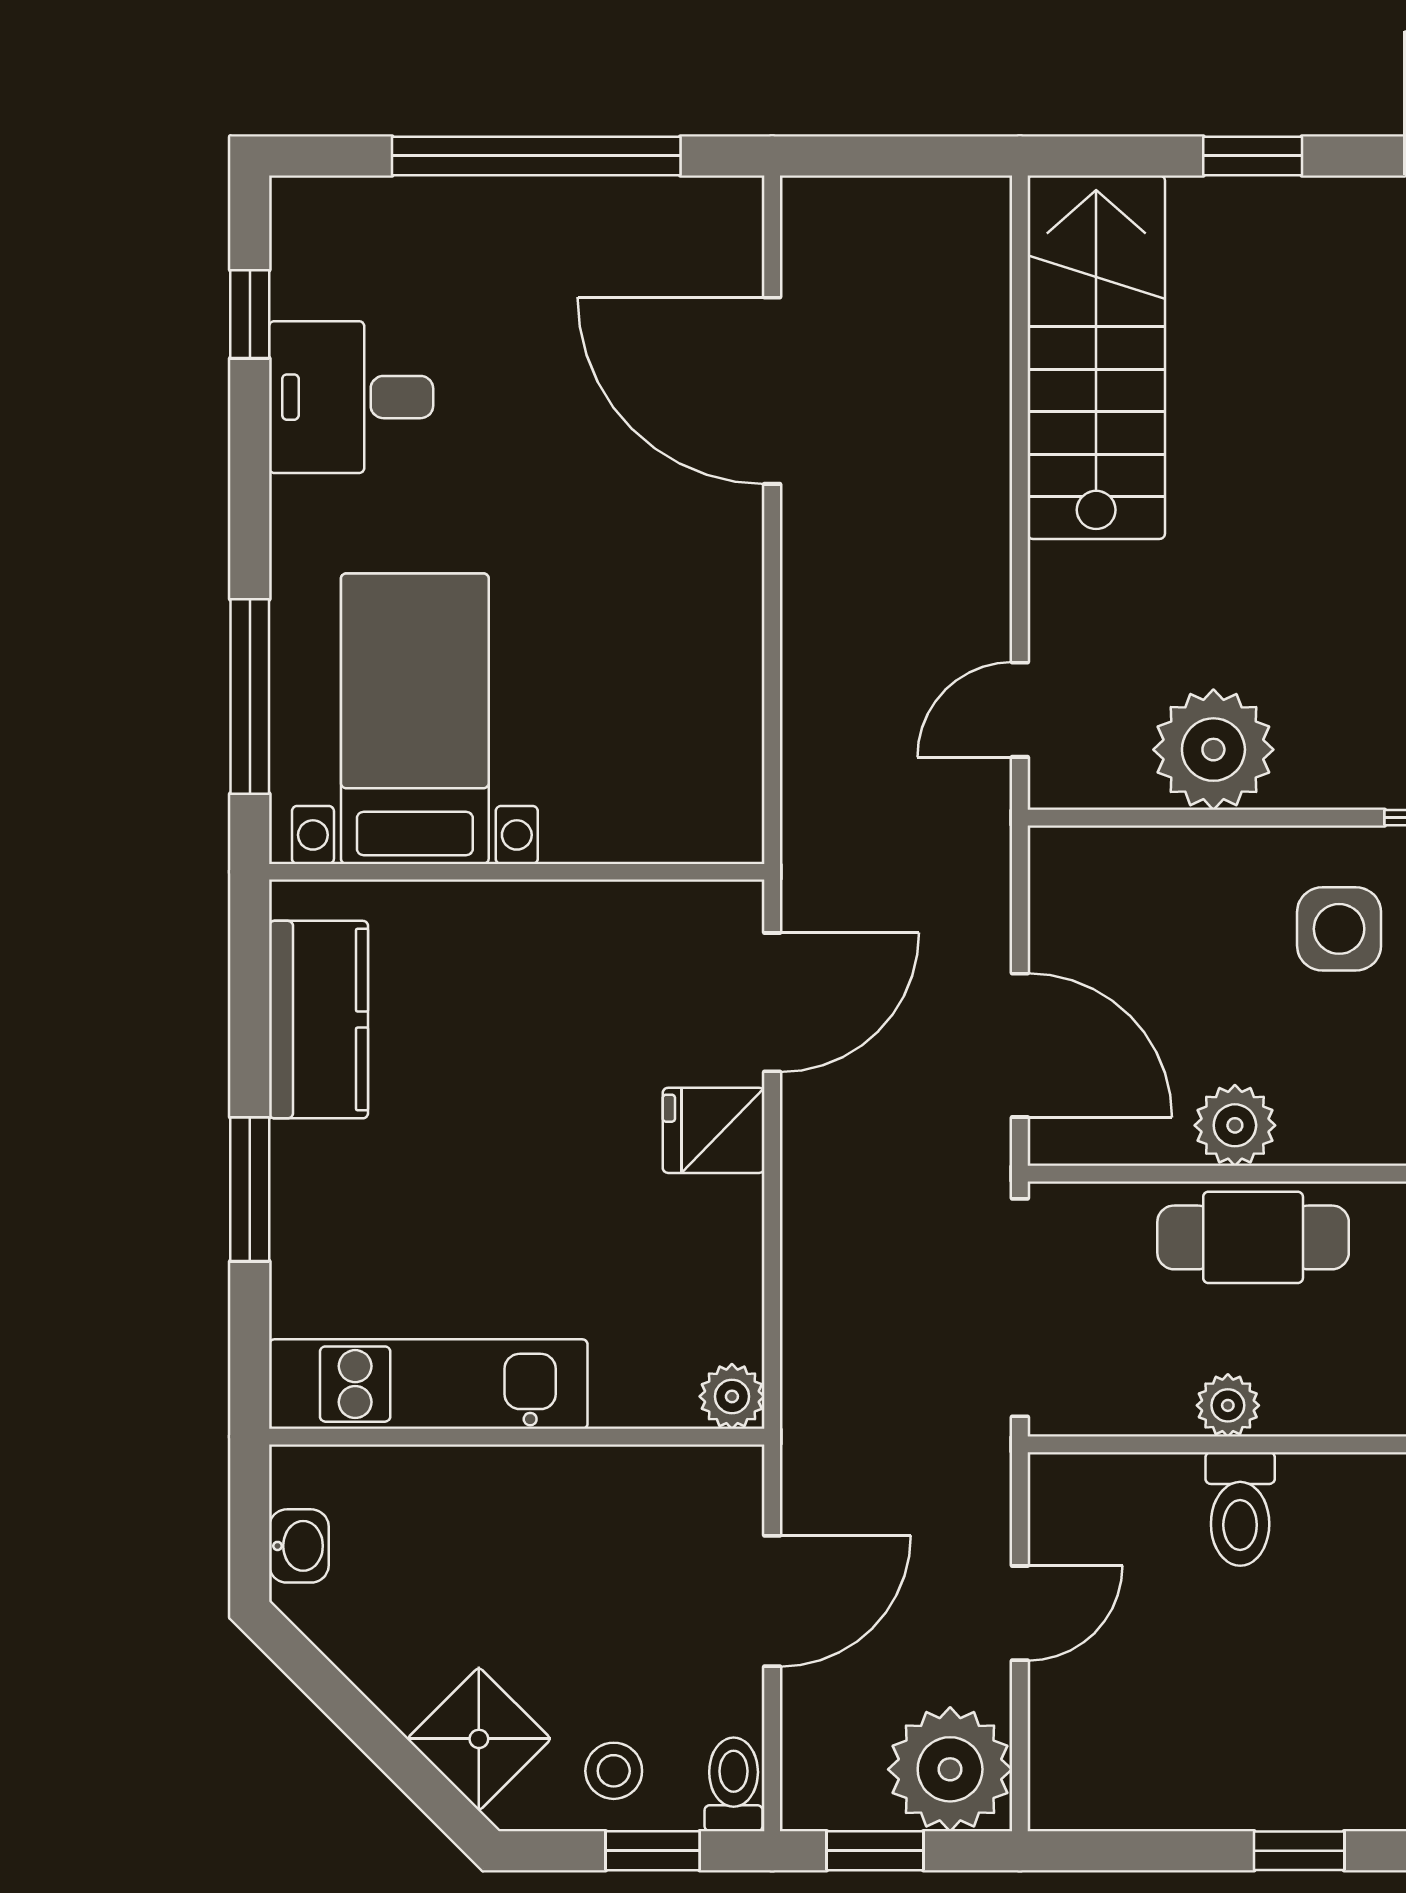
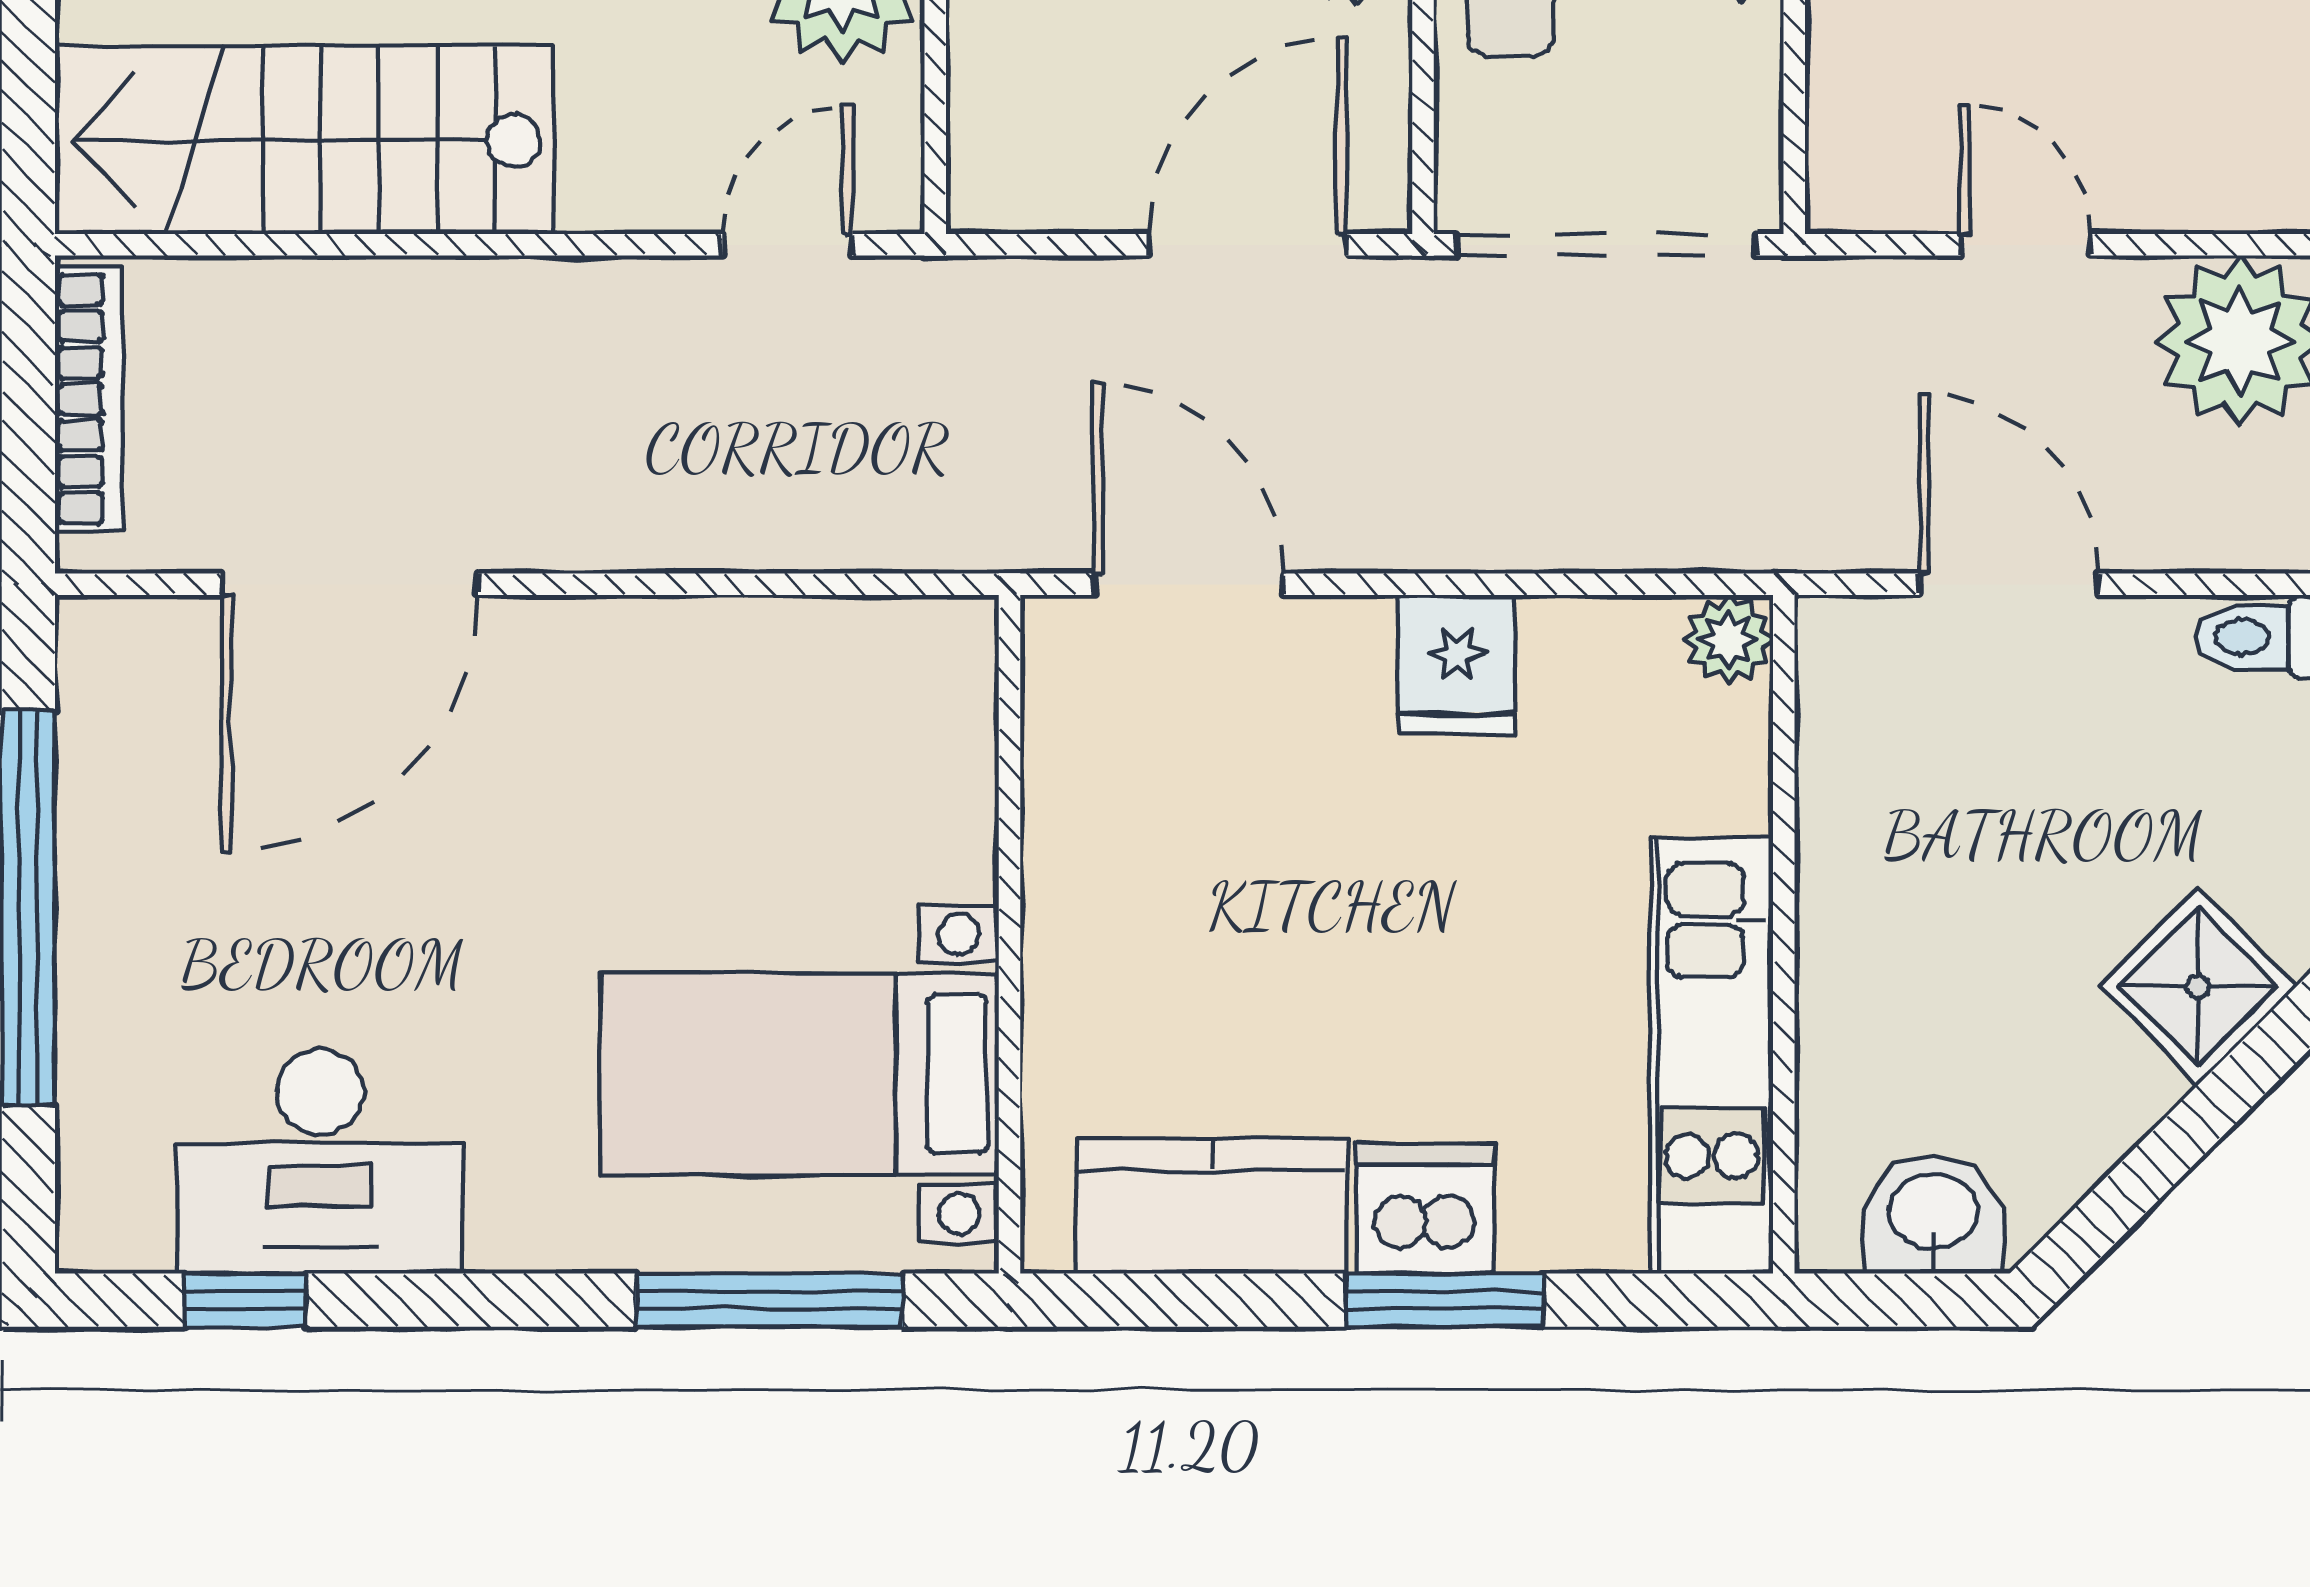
bookcase: (907, 200) -> (89, 399), added
desk: (351, 397) -> (320, 1161), width x1.37
door: (1020, 710) -> (787, 245), swing flipped
fridge: (714, 1130) -> (1457, 665), moved
dishwasher: (317, 1175) -> (1425, 1209), added
washbasin: (299, 1546) -> (1933, 1215), width x1.38, depth x1.45
stool: (614, 1771) -> (2242, 801), removed

